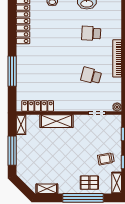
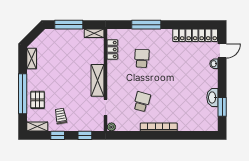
school desk: (91, 33) -> (142, 58), moved
locker: (38, 106) -> (112, 49), width x0.66
shelving: (57, 121) -> (98, 80), moved

